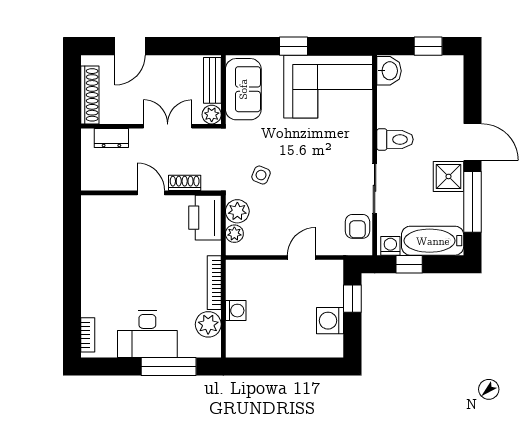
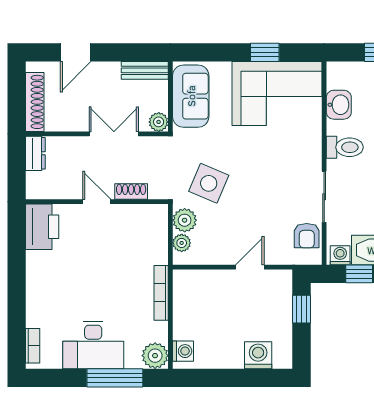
window: (293, 46) -> (265, 52), moved
washbasin: (389, 71) -> (339, 105), moved
bench: (212, 80) -> (145, 70), moved, turned 90
dresser: (111, 138) -> (35, 153), moved, turned -90
side table: (261, 175) -> (209, 183), width x1.87, depth x1.87
printer: (205, 218) -> (42, 227), moved, turned 180
washing machine: (236, 311) -> (183, 351), moved
washing machine: (330, 321) -> (258, 355), moved, turned 90
plant: (208, 324) -> (155, 356), moved

